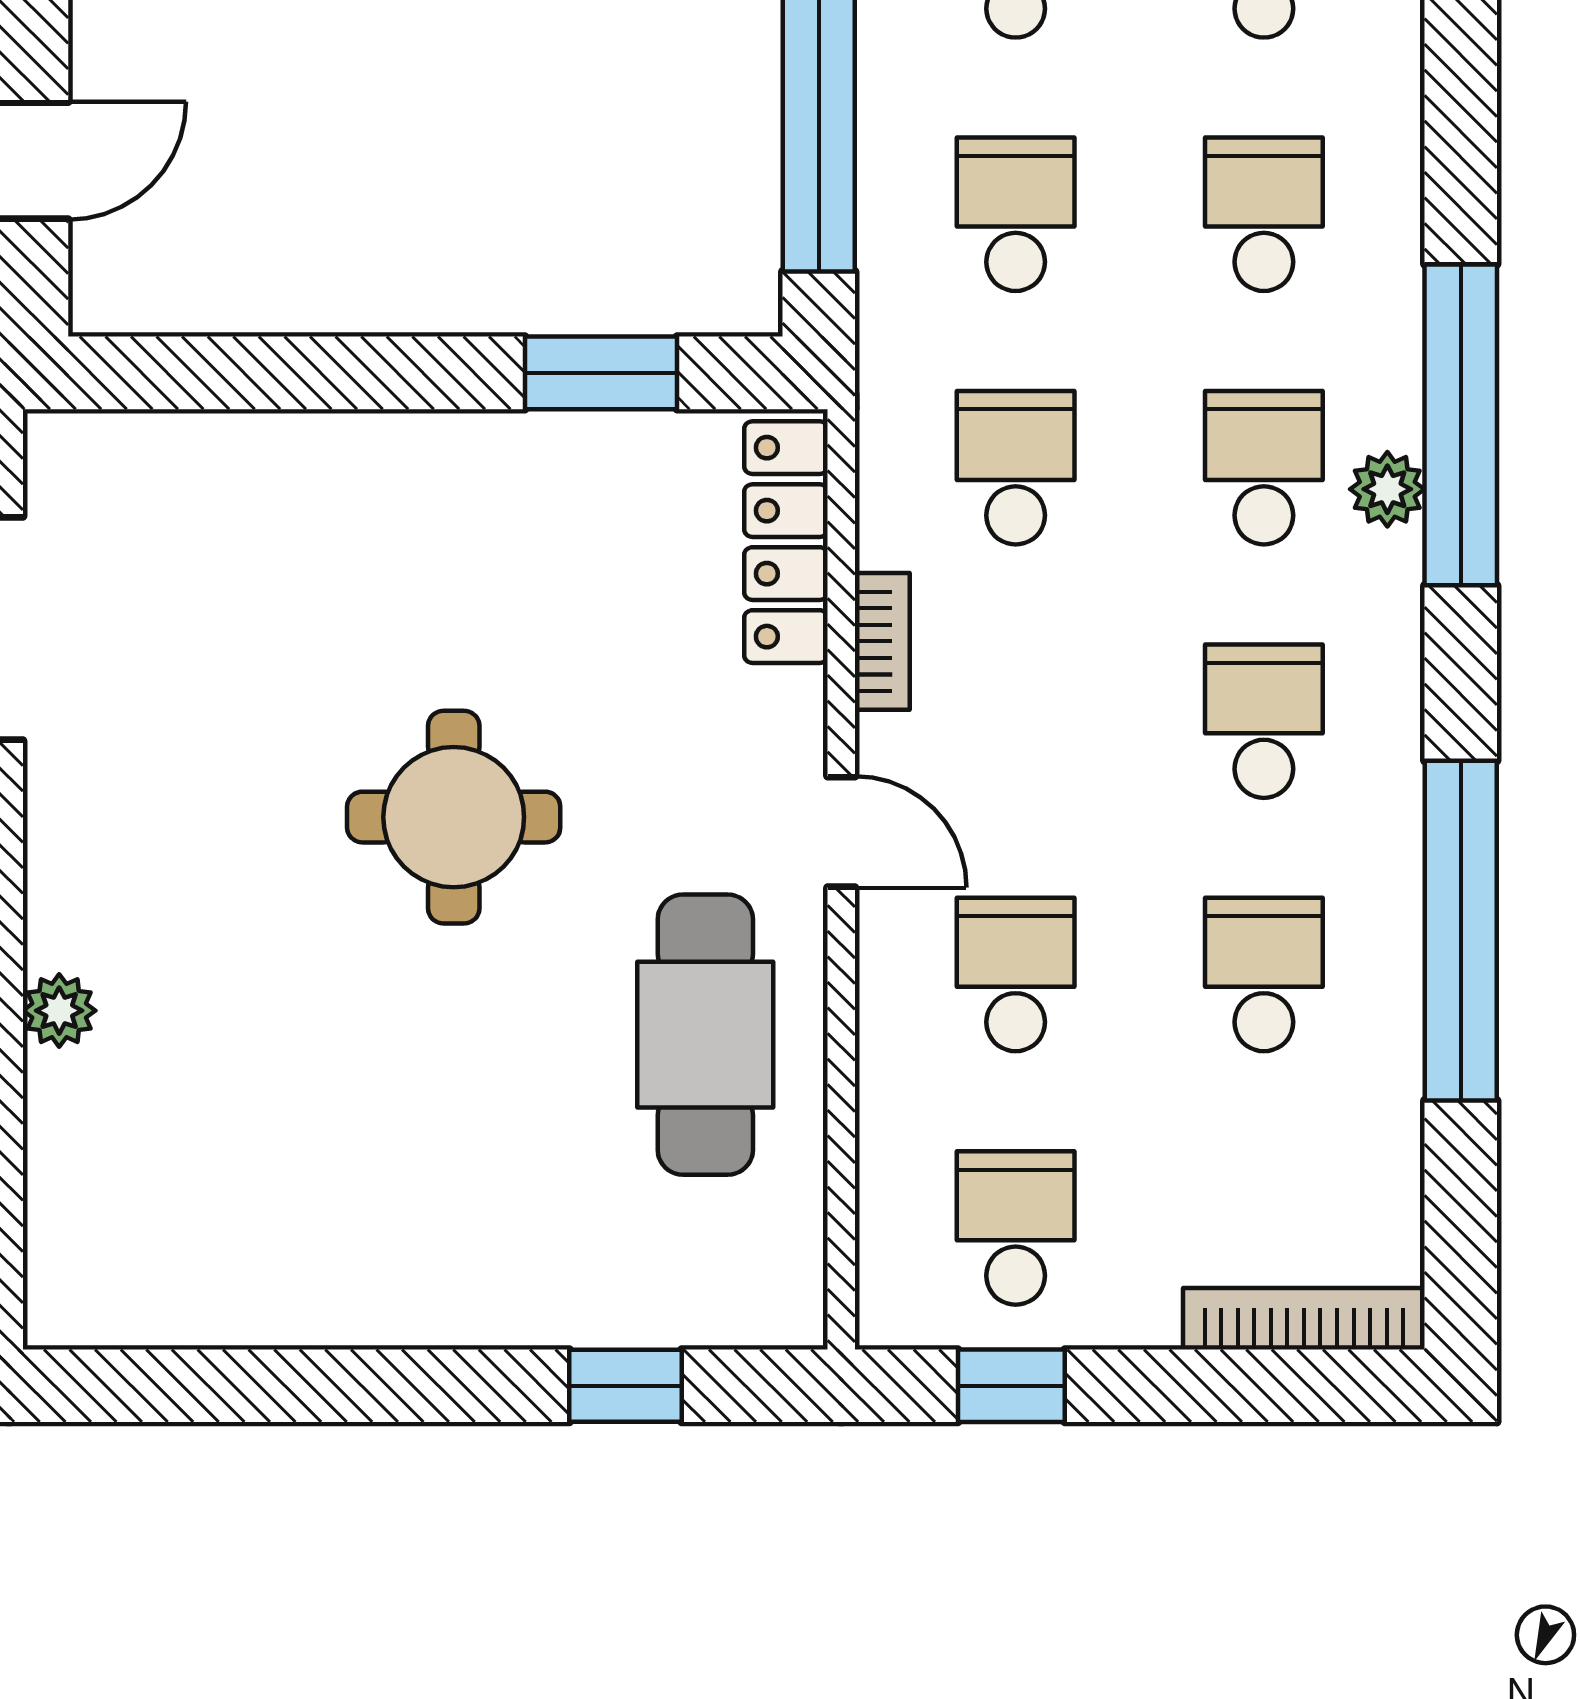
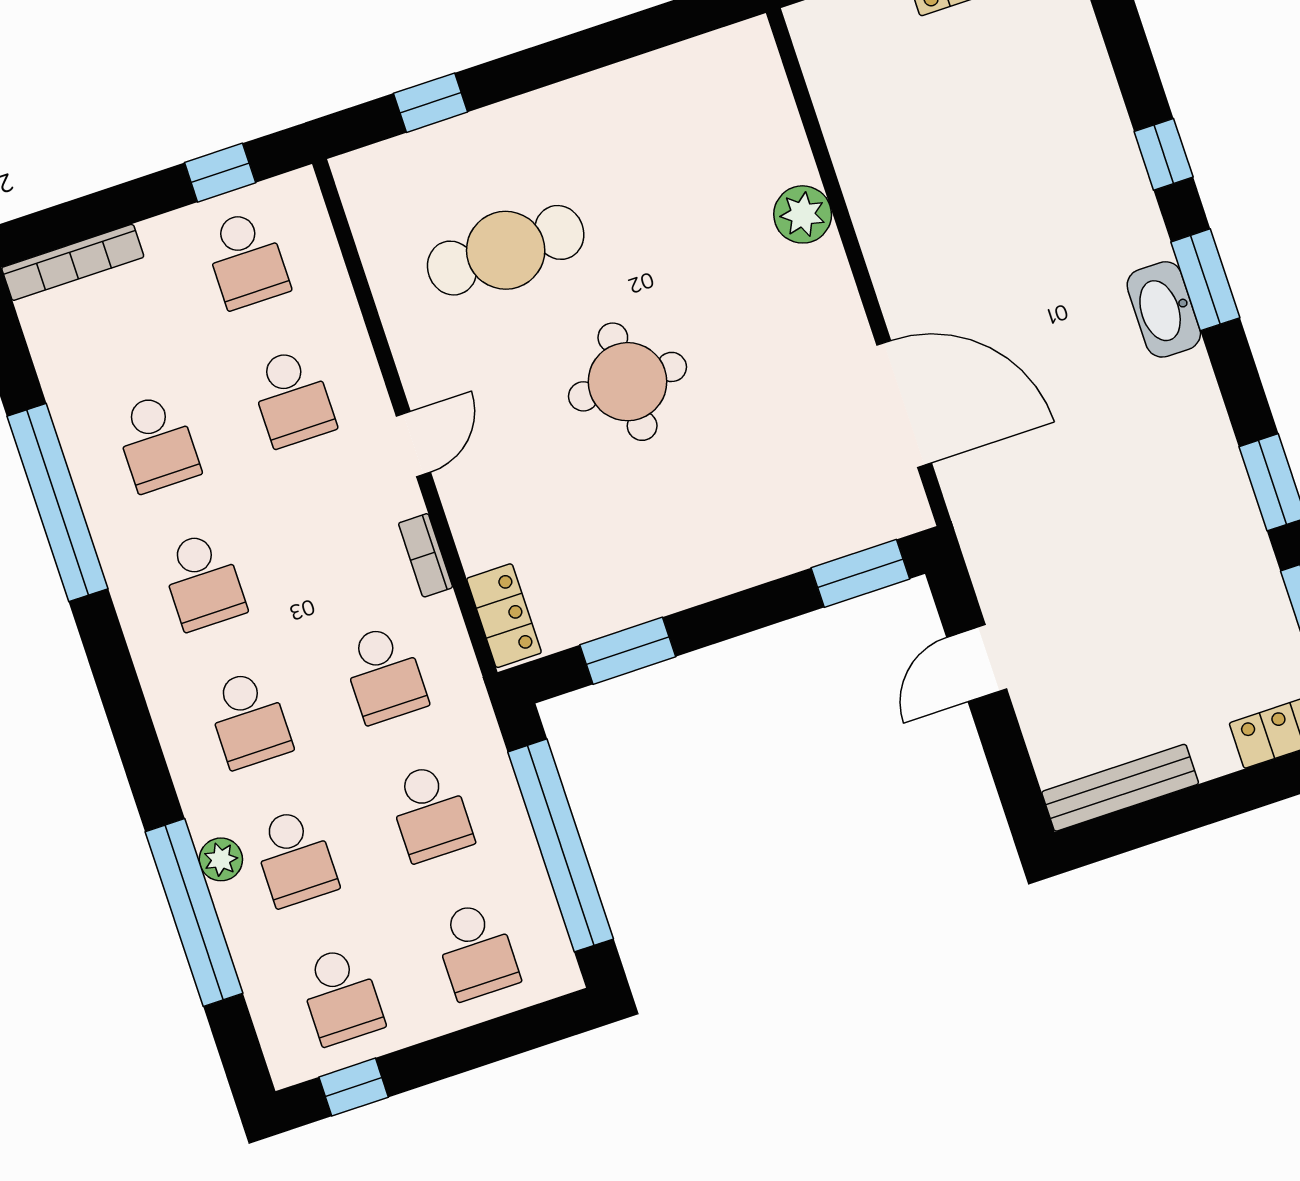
window: (174, 373) -> (860, 573), added
window: (1461, 425) -> (194, 912), moved
plant: (1387, 489) -> (221, 859), moved
locker: (786, 542) -> (504, 616), width x0.66
door: (841, 832) -> (413, 444), swing flipped
plant: (59, 1011) -> (803, 214), width x1.38, depth x1.38
cafe table: (705, 1035) -> (506, 250), moved, turned 90

